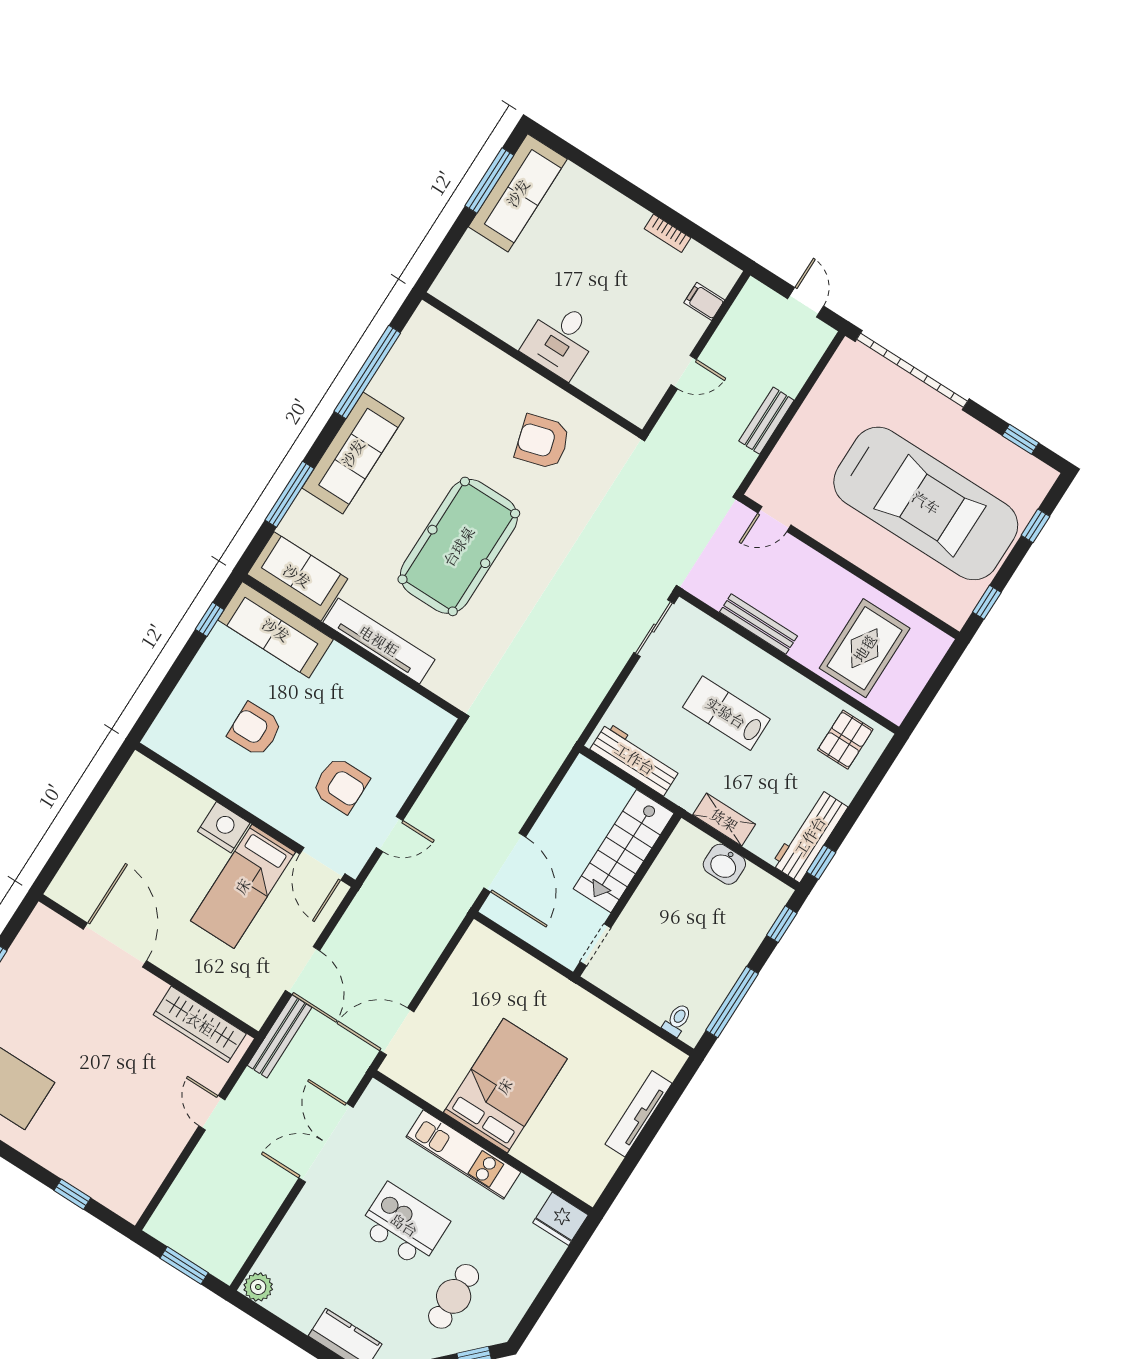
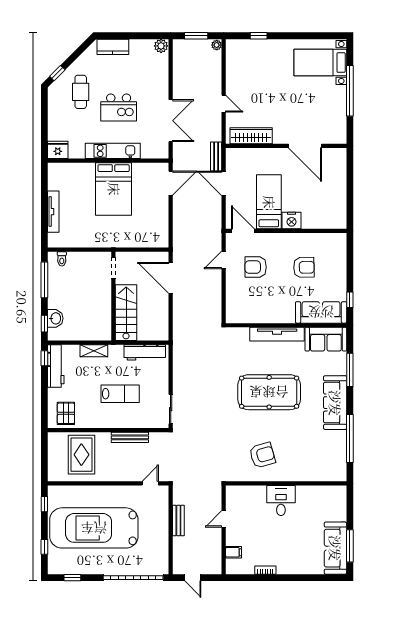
pool table: (459, 546) -> (269, 392), turned 90
washbasin: (724, 864) -> (55, 318), moved, turned 90
bench: (279, 1036) -> (216, 157), width x0.73
plant: (158, 1225) -> (217, 45), added

